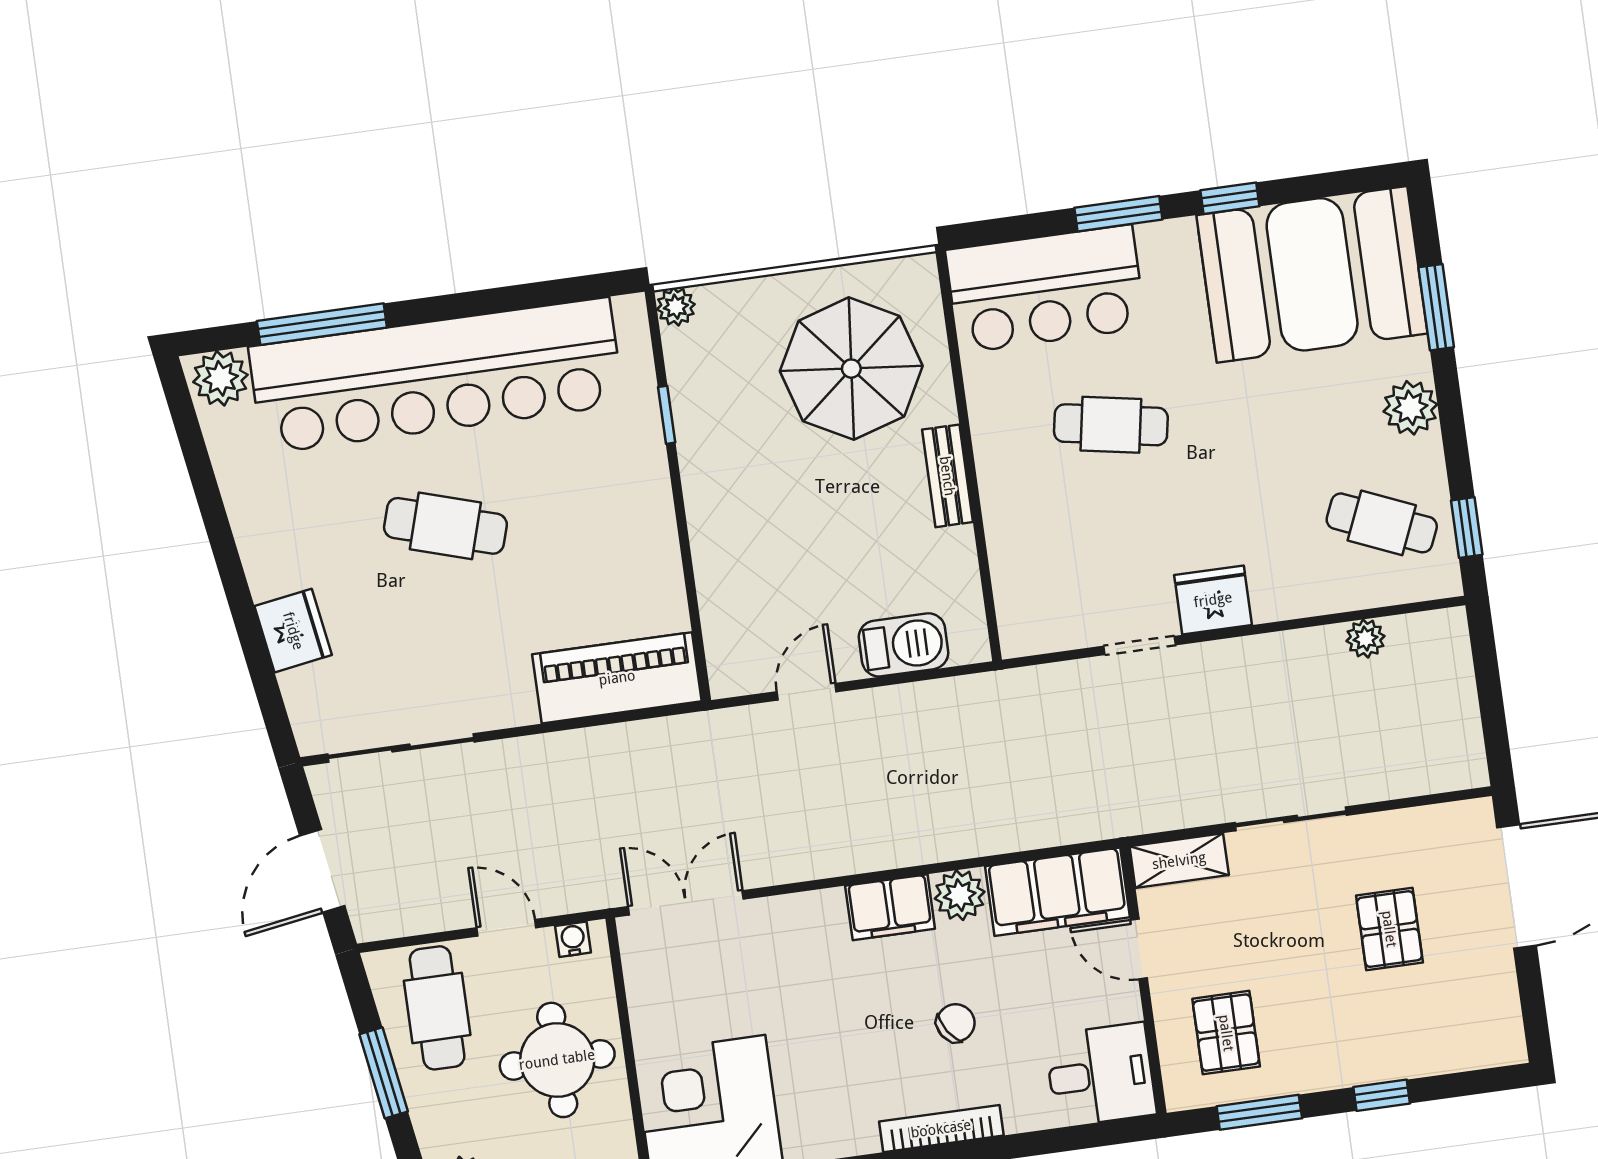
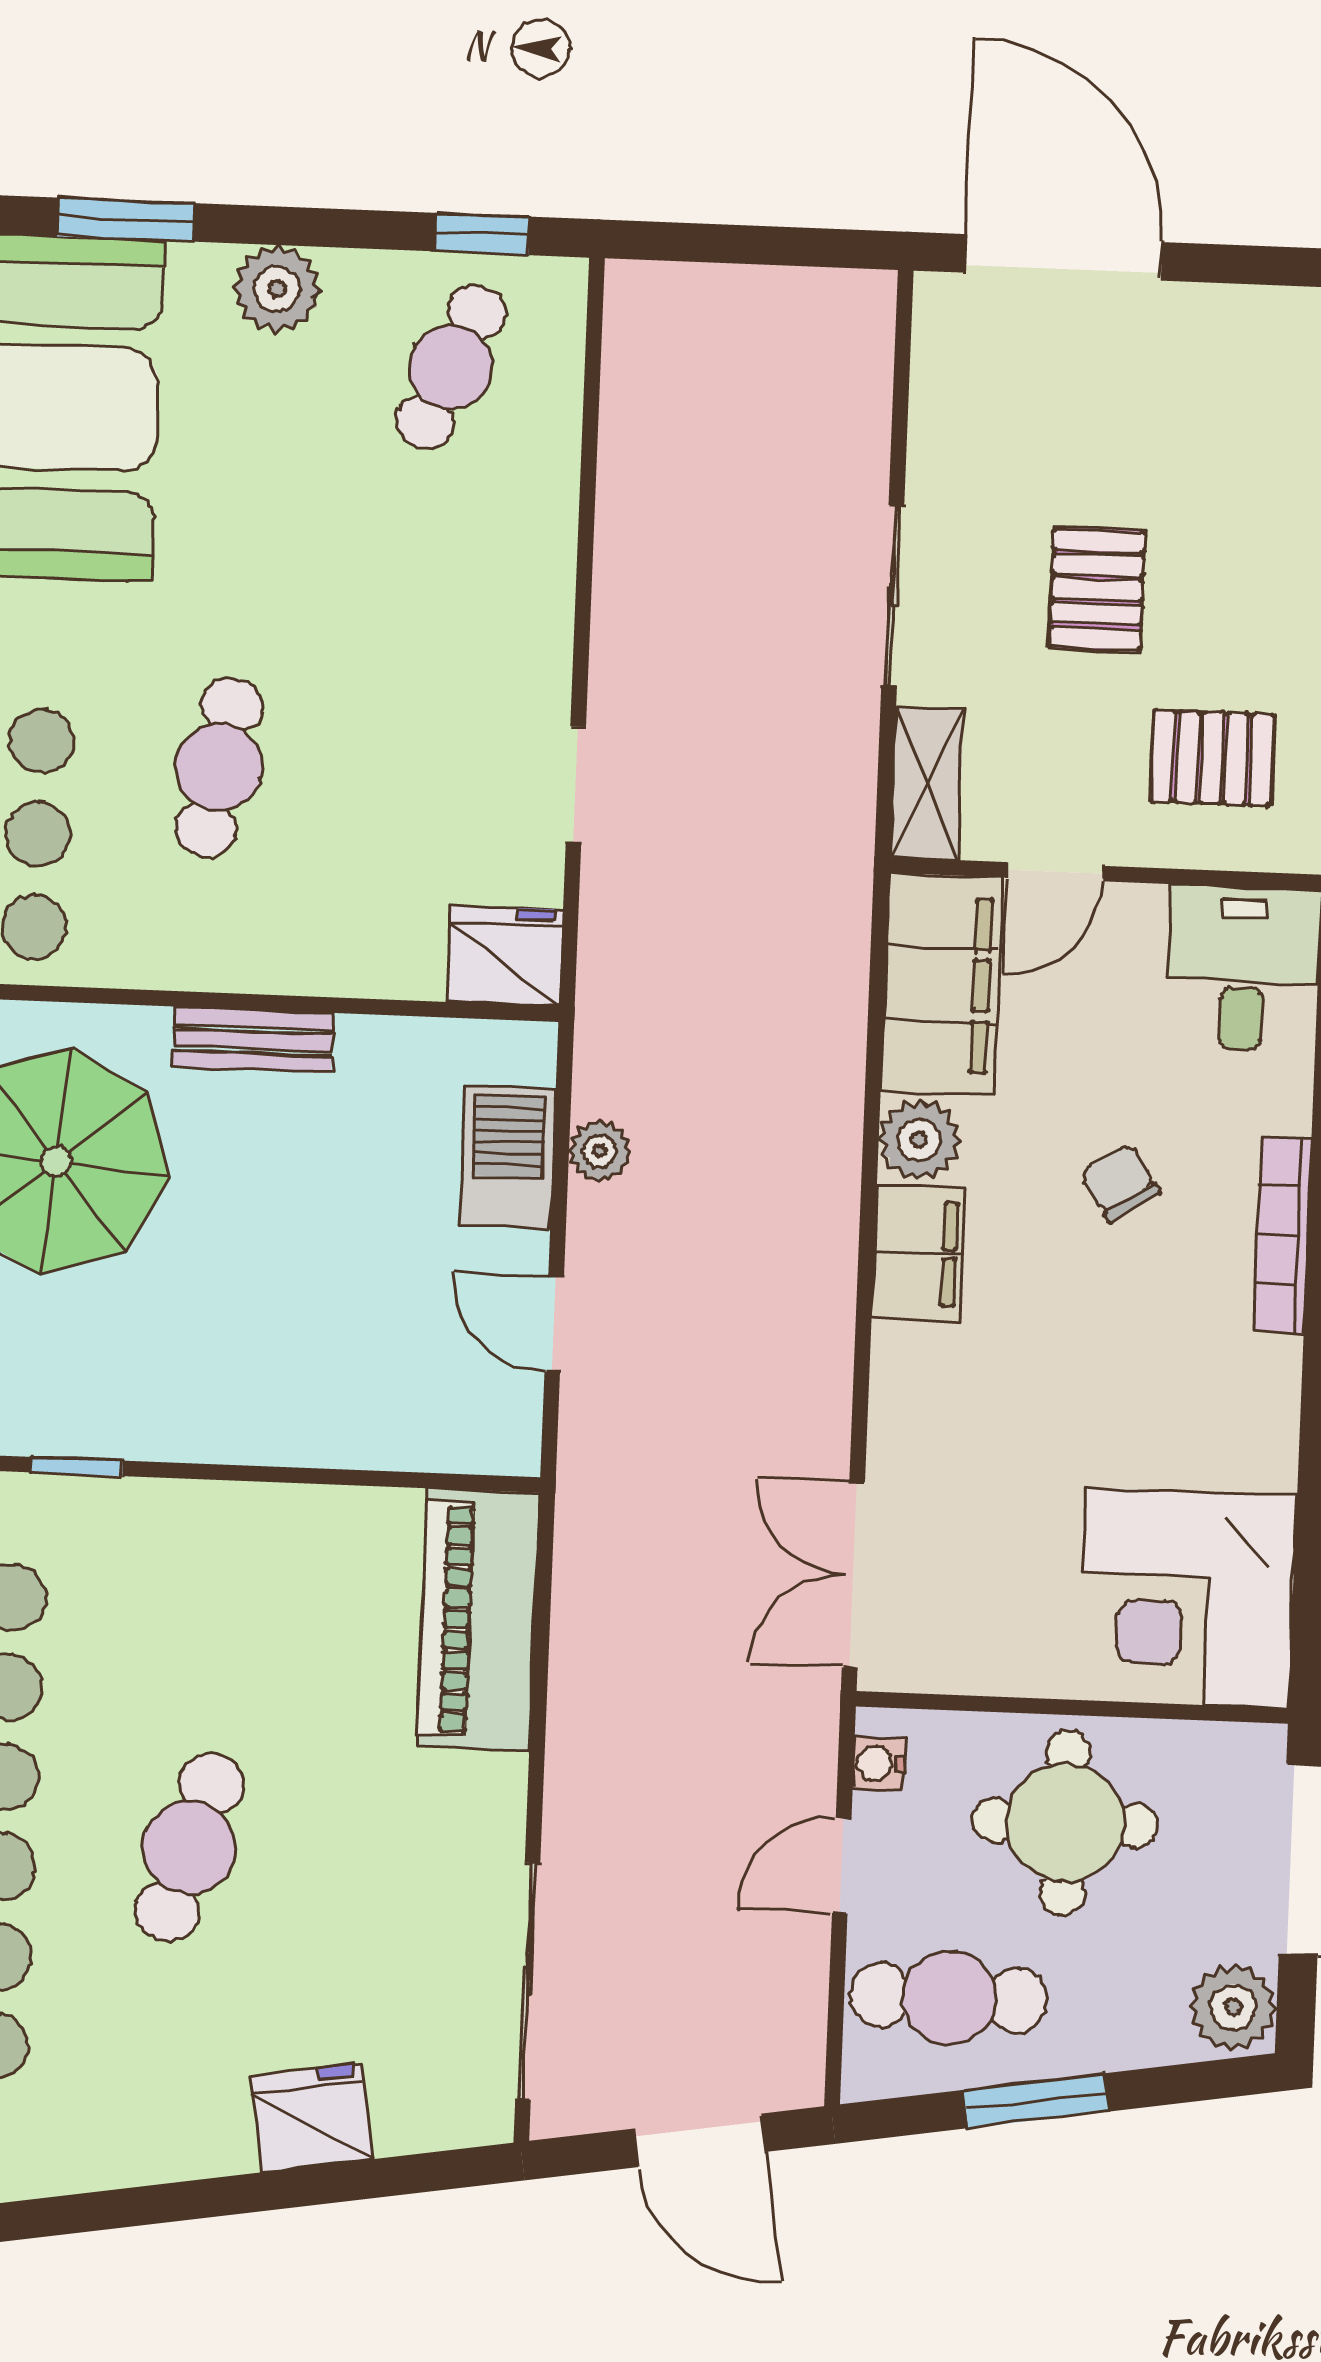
fridge: (1213, 600) -> (505, 956), moved, turned 90
plant: (1365, 639) -> (600, 1151), moved
pallet: (1389, 929) -> (1097, 589), moved, turned 90

